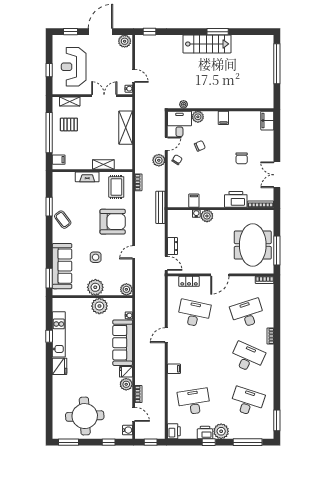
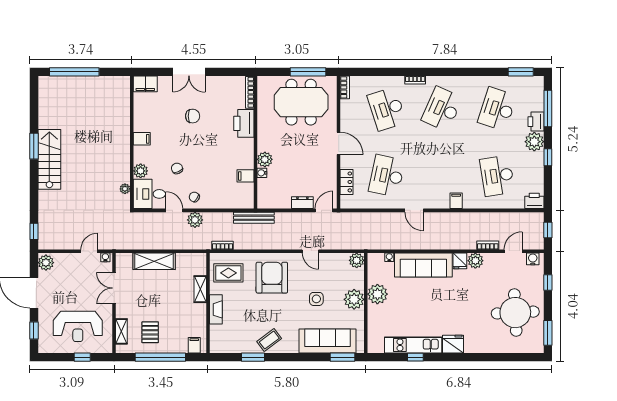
double door: (277, 175) -> (189, 72), moved
printer: (205, 433) -> (536, 122), moved

